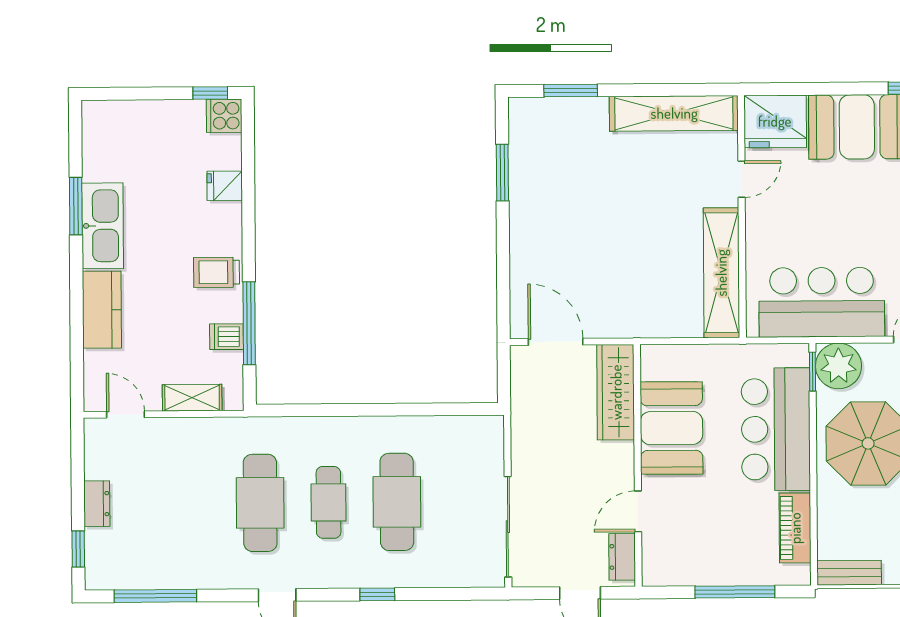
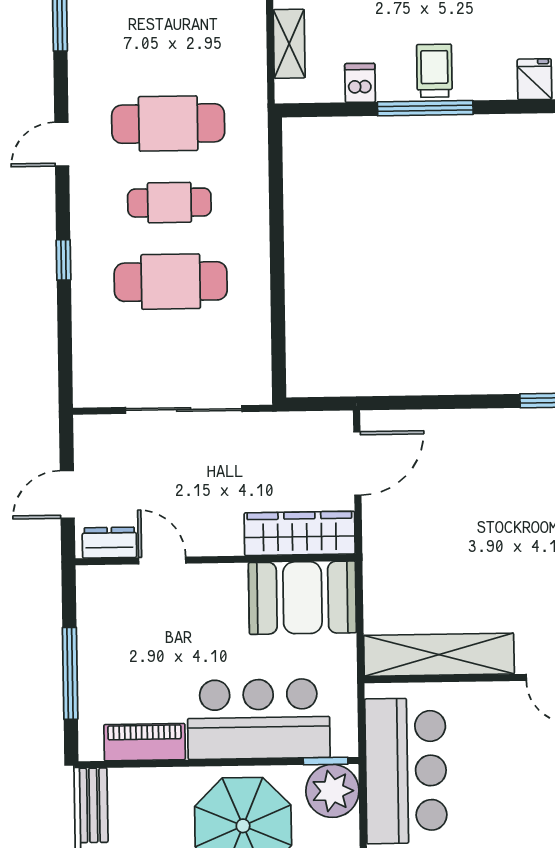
window: (249, 323) -> (425, 108), moved
booth: (671, 428) -> (302, 598), moved
sliding door: (508, 527) -> (184, 410), moved

